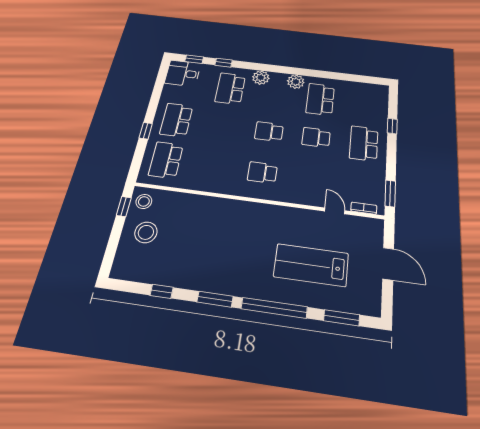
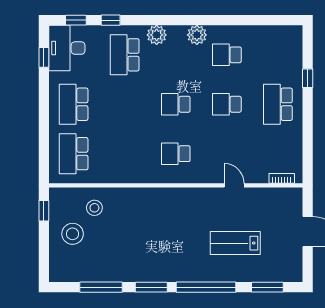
desk: (183, 73) -> (67, 48), width x1.37
school desk: (320, 99) -> (227, 55), width x0.54
window: (146, 131) -> (44, 57), moved
window: (390, 194) -> (308, 159), removed
stool: (144, 201) -> (94, 208), moved
door: (335, 211) -> (234, 185), moved
lab bench: (311, 265) -> (235, 243), width x0.73, depth x0.72
window: (162, 291) -> (101, 287), width x2.17

